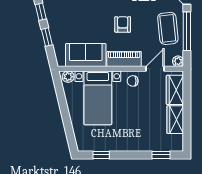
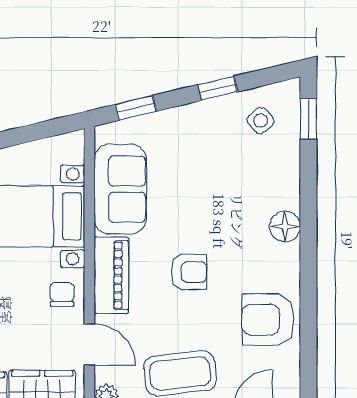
window: (47, 37) -> (136, 108), moved
plant: (68, 77) -> (72, 150), removed

